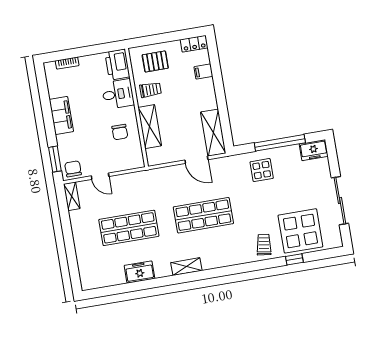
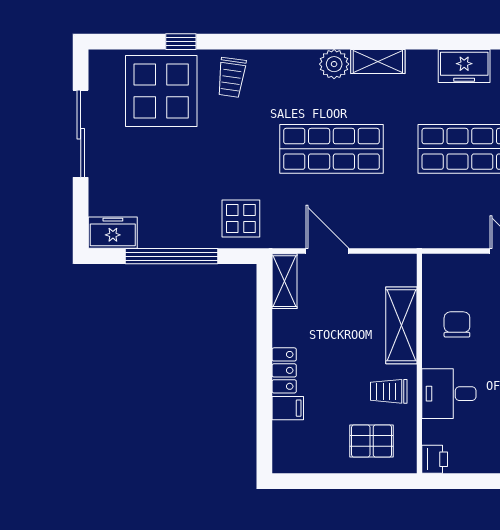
locker: (194, 44) -> (284, 370), moved, turned 90
printer: (117, 65) -> (435, 459), width x0.53, depth x0.68
shelving: (213, 133) -> (284, 281), width x0.67, depth x0.75
display table: (262, 170) -> (241, 219), moved
plant: (210, 261) -> (334, 64), added

